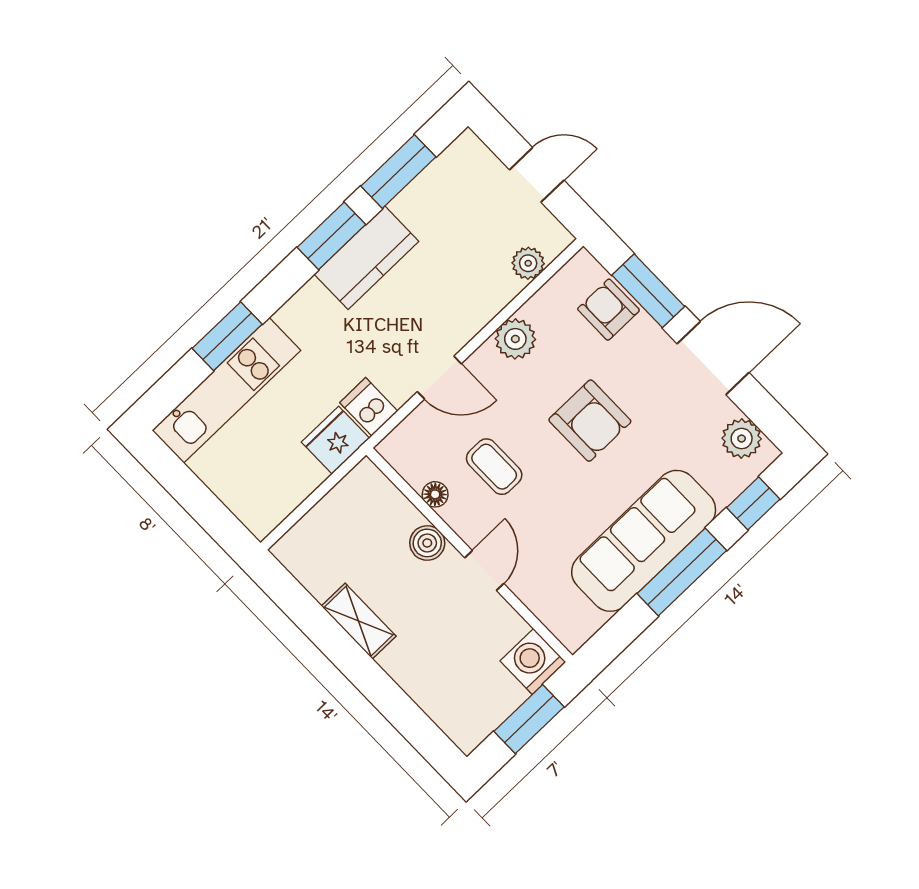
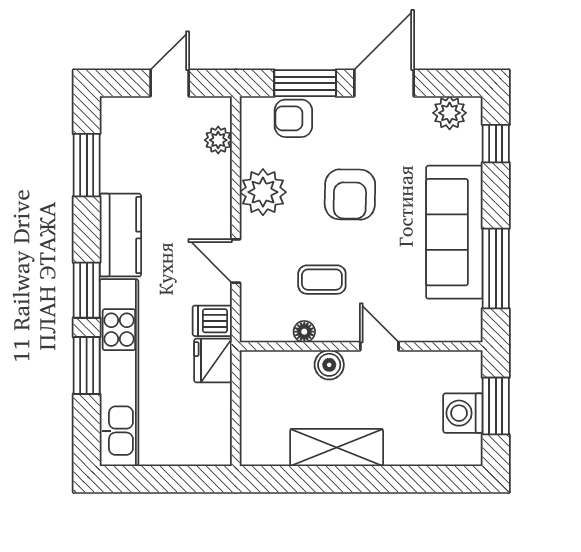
window: (331, 236) -> (87, 290), moved
plant: (515, 339) -> (263, 192), width x1.36, depth x1.36
door: (439, 378) -> (236, 261), swing flipped
kitchen unit: (226, 390) -> (119, 373), width x1.36
armchair: (590, 421) -> (350, 195), turned 91
window: (682, 572) -> (496, 268), moved
shelving: (359, 621) -> (337, 448), width x1.50, depth x1.33
washing machine: (533, 661) -> (463, 413), moved

